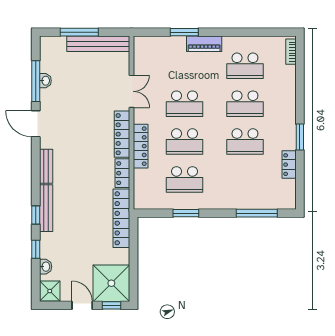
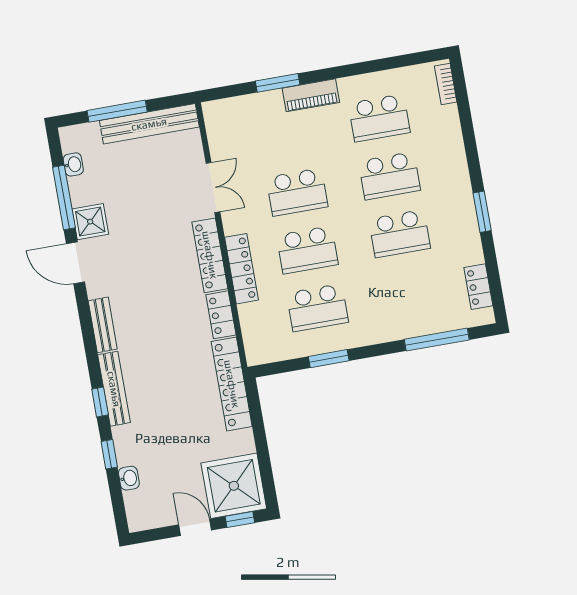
washbasin: (45, 81) -> (73, 164), moved
locker: (289, 165) -> (478, 287), moved
shower: (50, 291) -> (90, 222), moved

